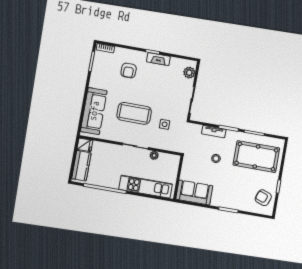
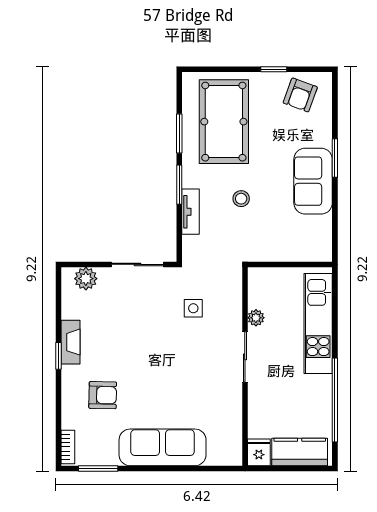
sofa: (94, 111) -> (163, 447), moved
coffee table: (134, 113) -> (183, 370), removed
sofa: (194, 192) -> (313, 181), moved

